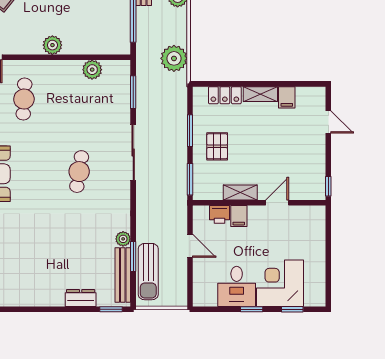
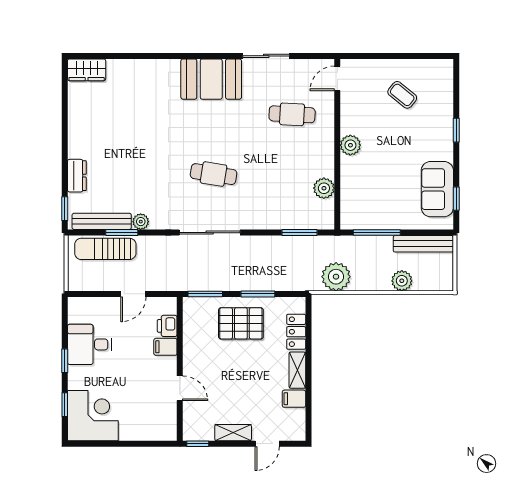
pallet: (217, 146) -> (241, 323), width x1.50, depth x1.42
sliding door: (133, 152) -> (210, 233), moved
shelving: (240, 192) -> (233, 433), moved, turned 90
corner desk: (280, 283) -> (93, 416), moved

